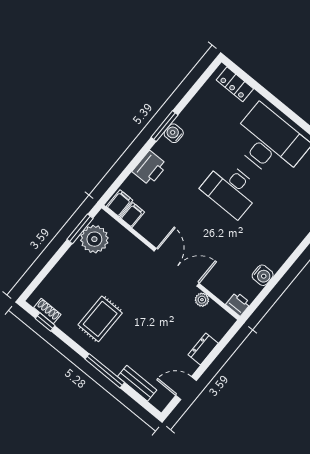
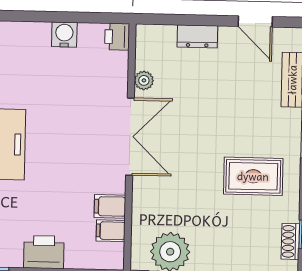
filing cabinet: (120, 203) -> (110, 206), moved
double door: (177, 267) -> (130, 137), swing flipped

